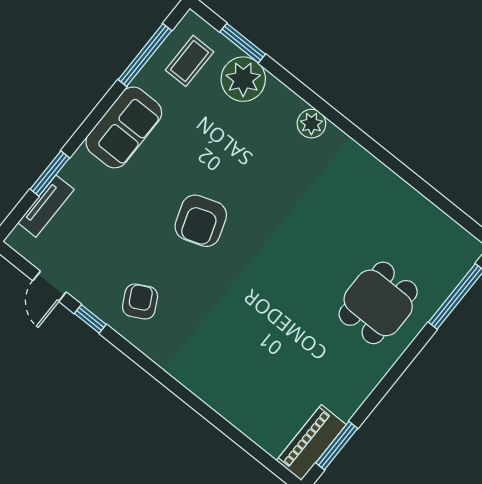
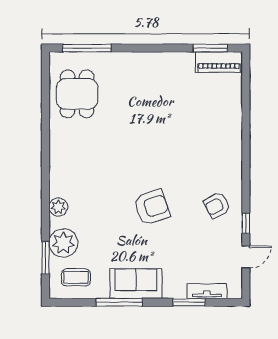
window: (145, 55) -> (119, 302), moved
plant: (311, 124) -> (58, 207), moved
dining table: (378, 303) -> (77, 94), moved, turned 90

